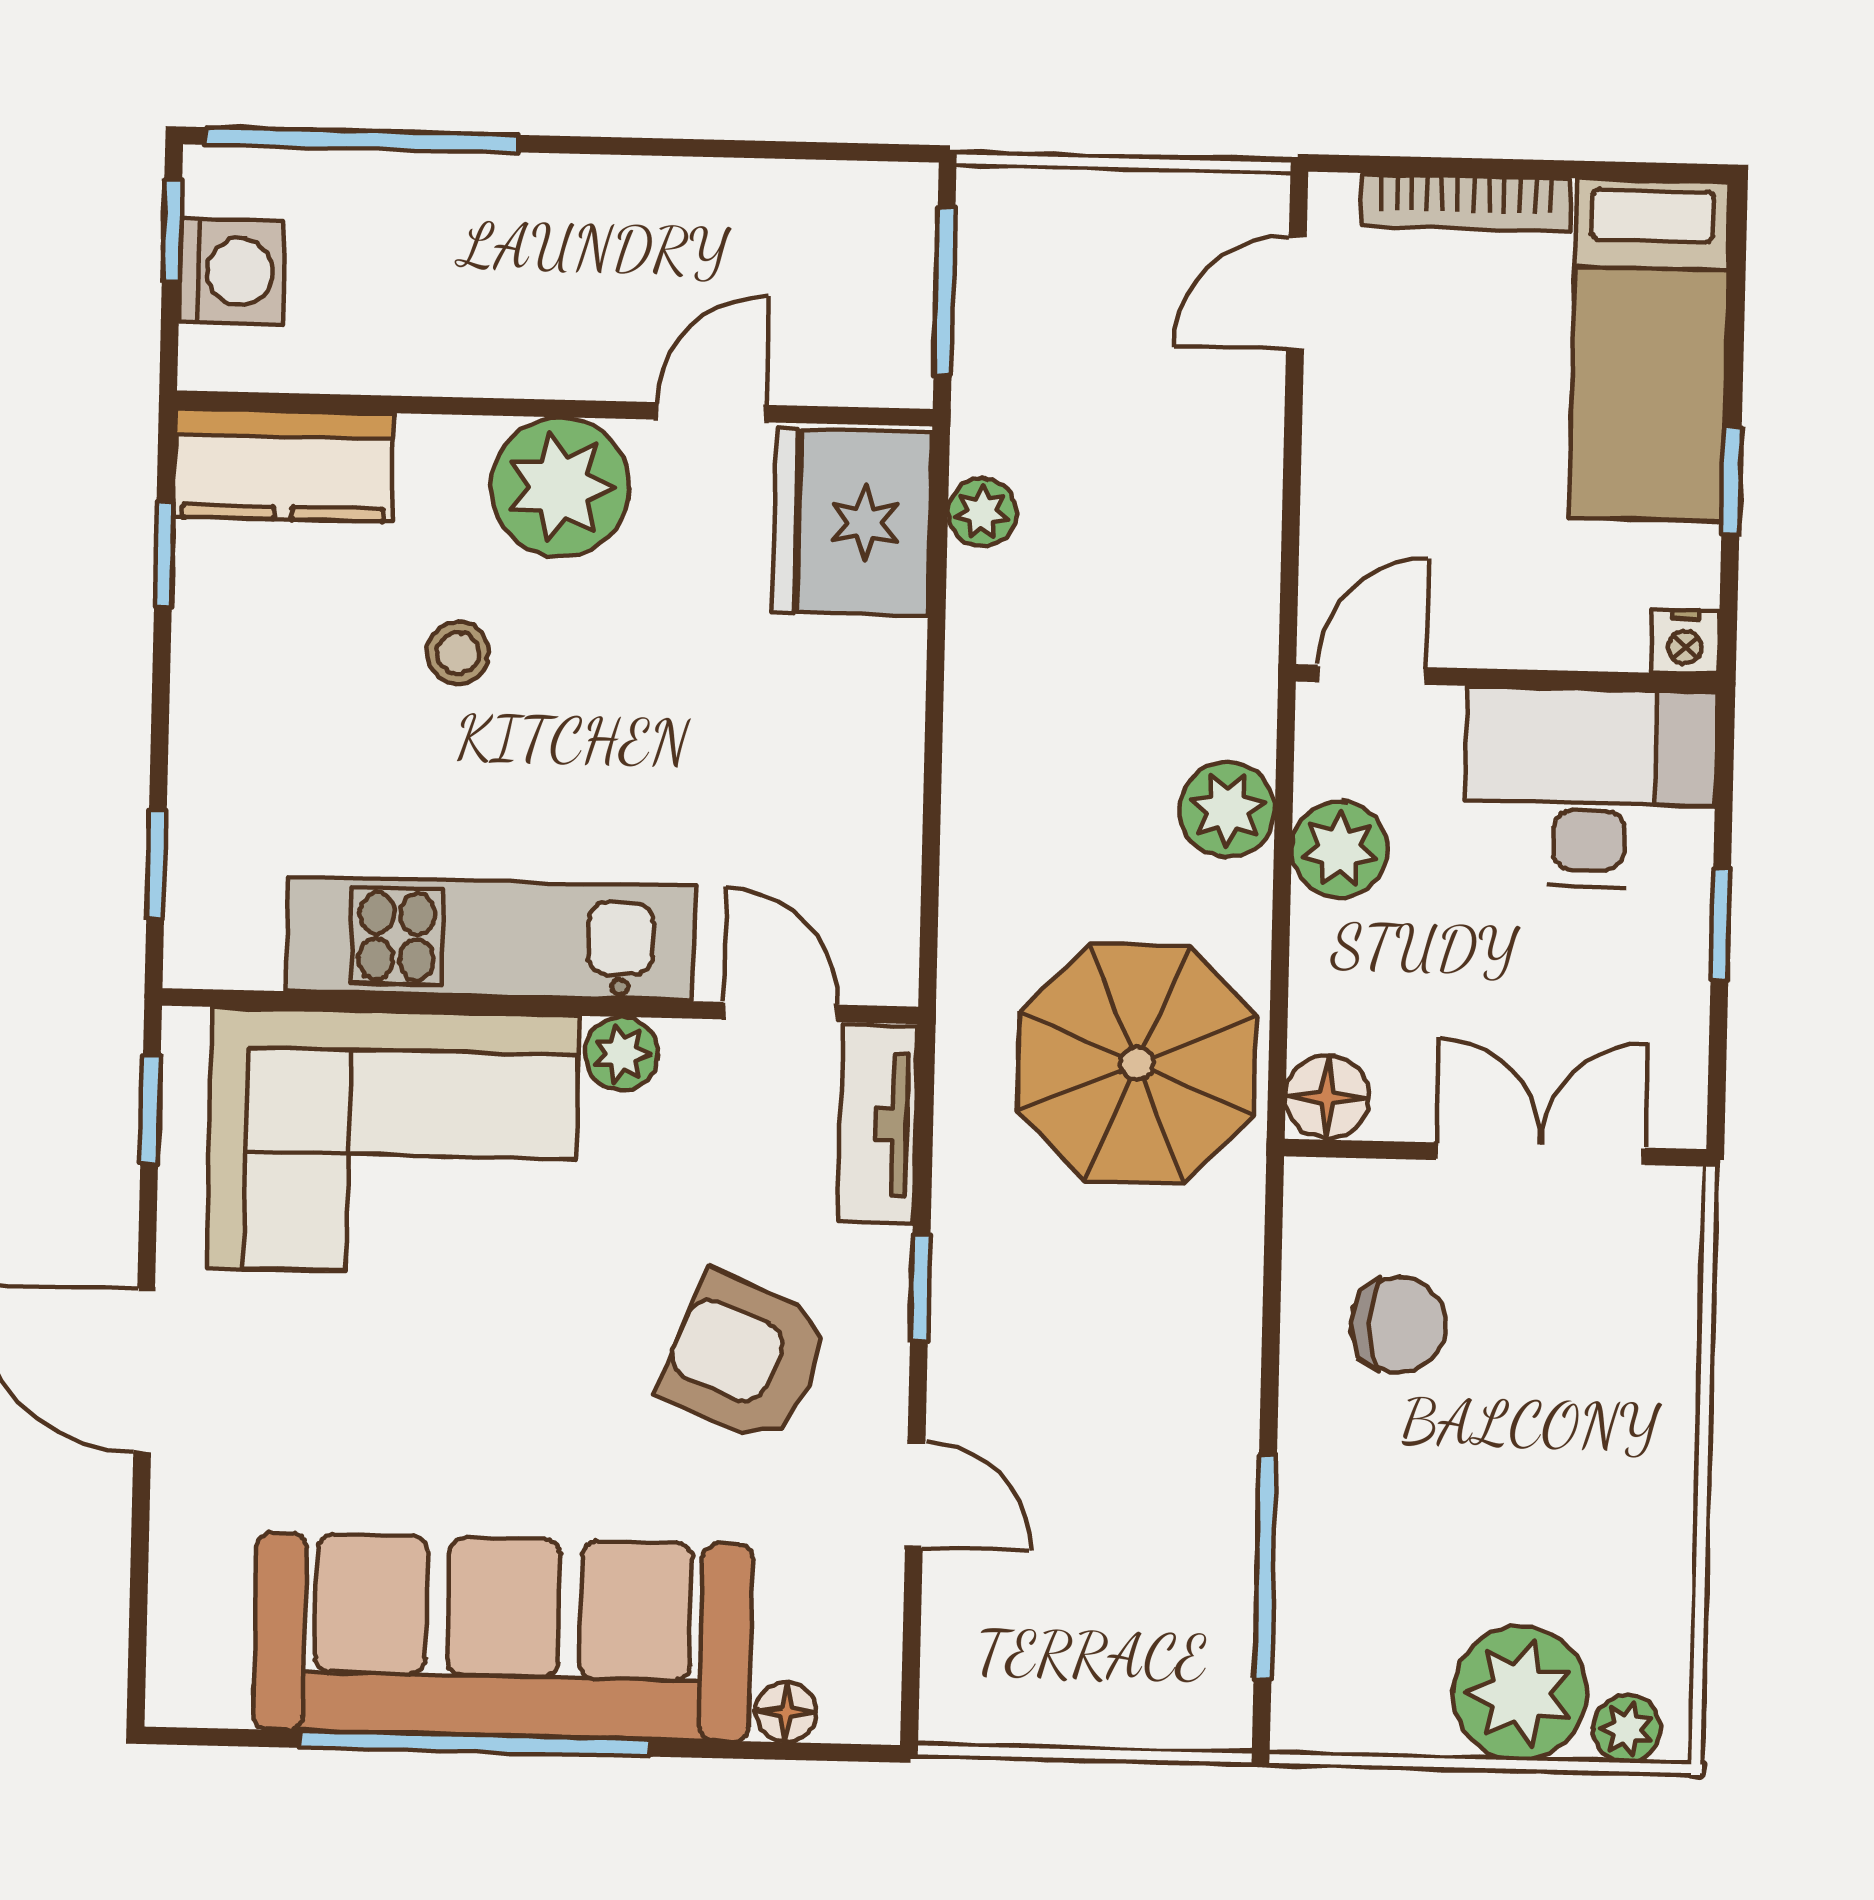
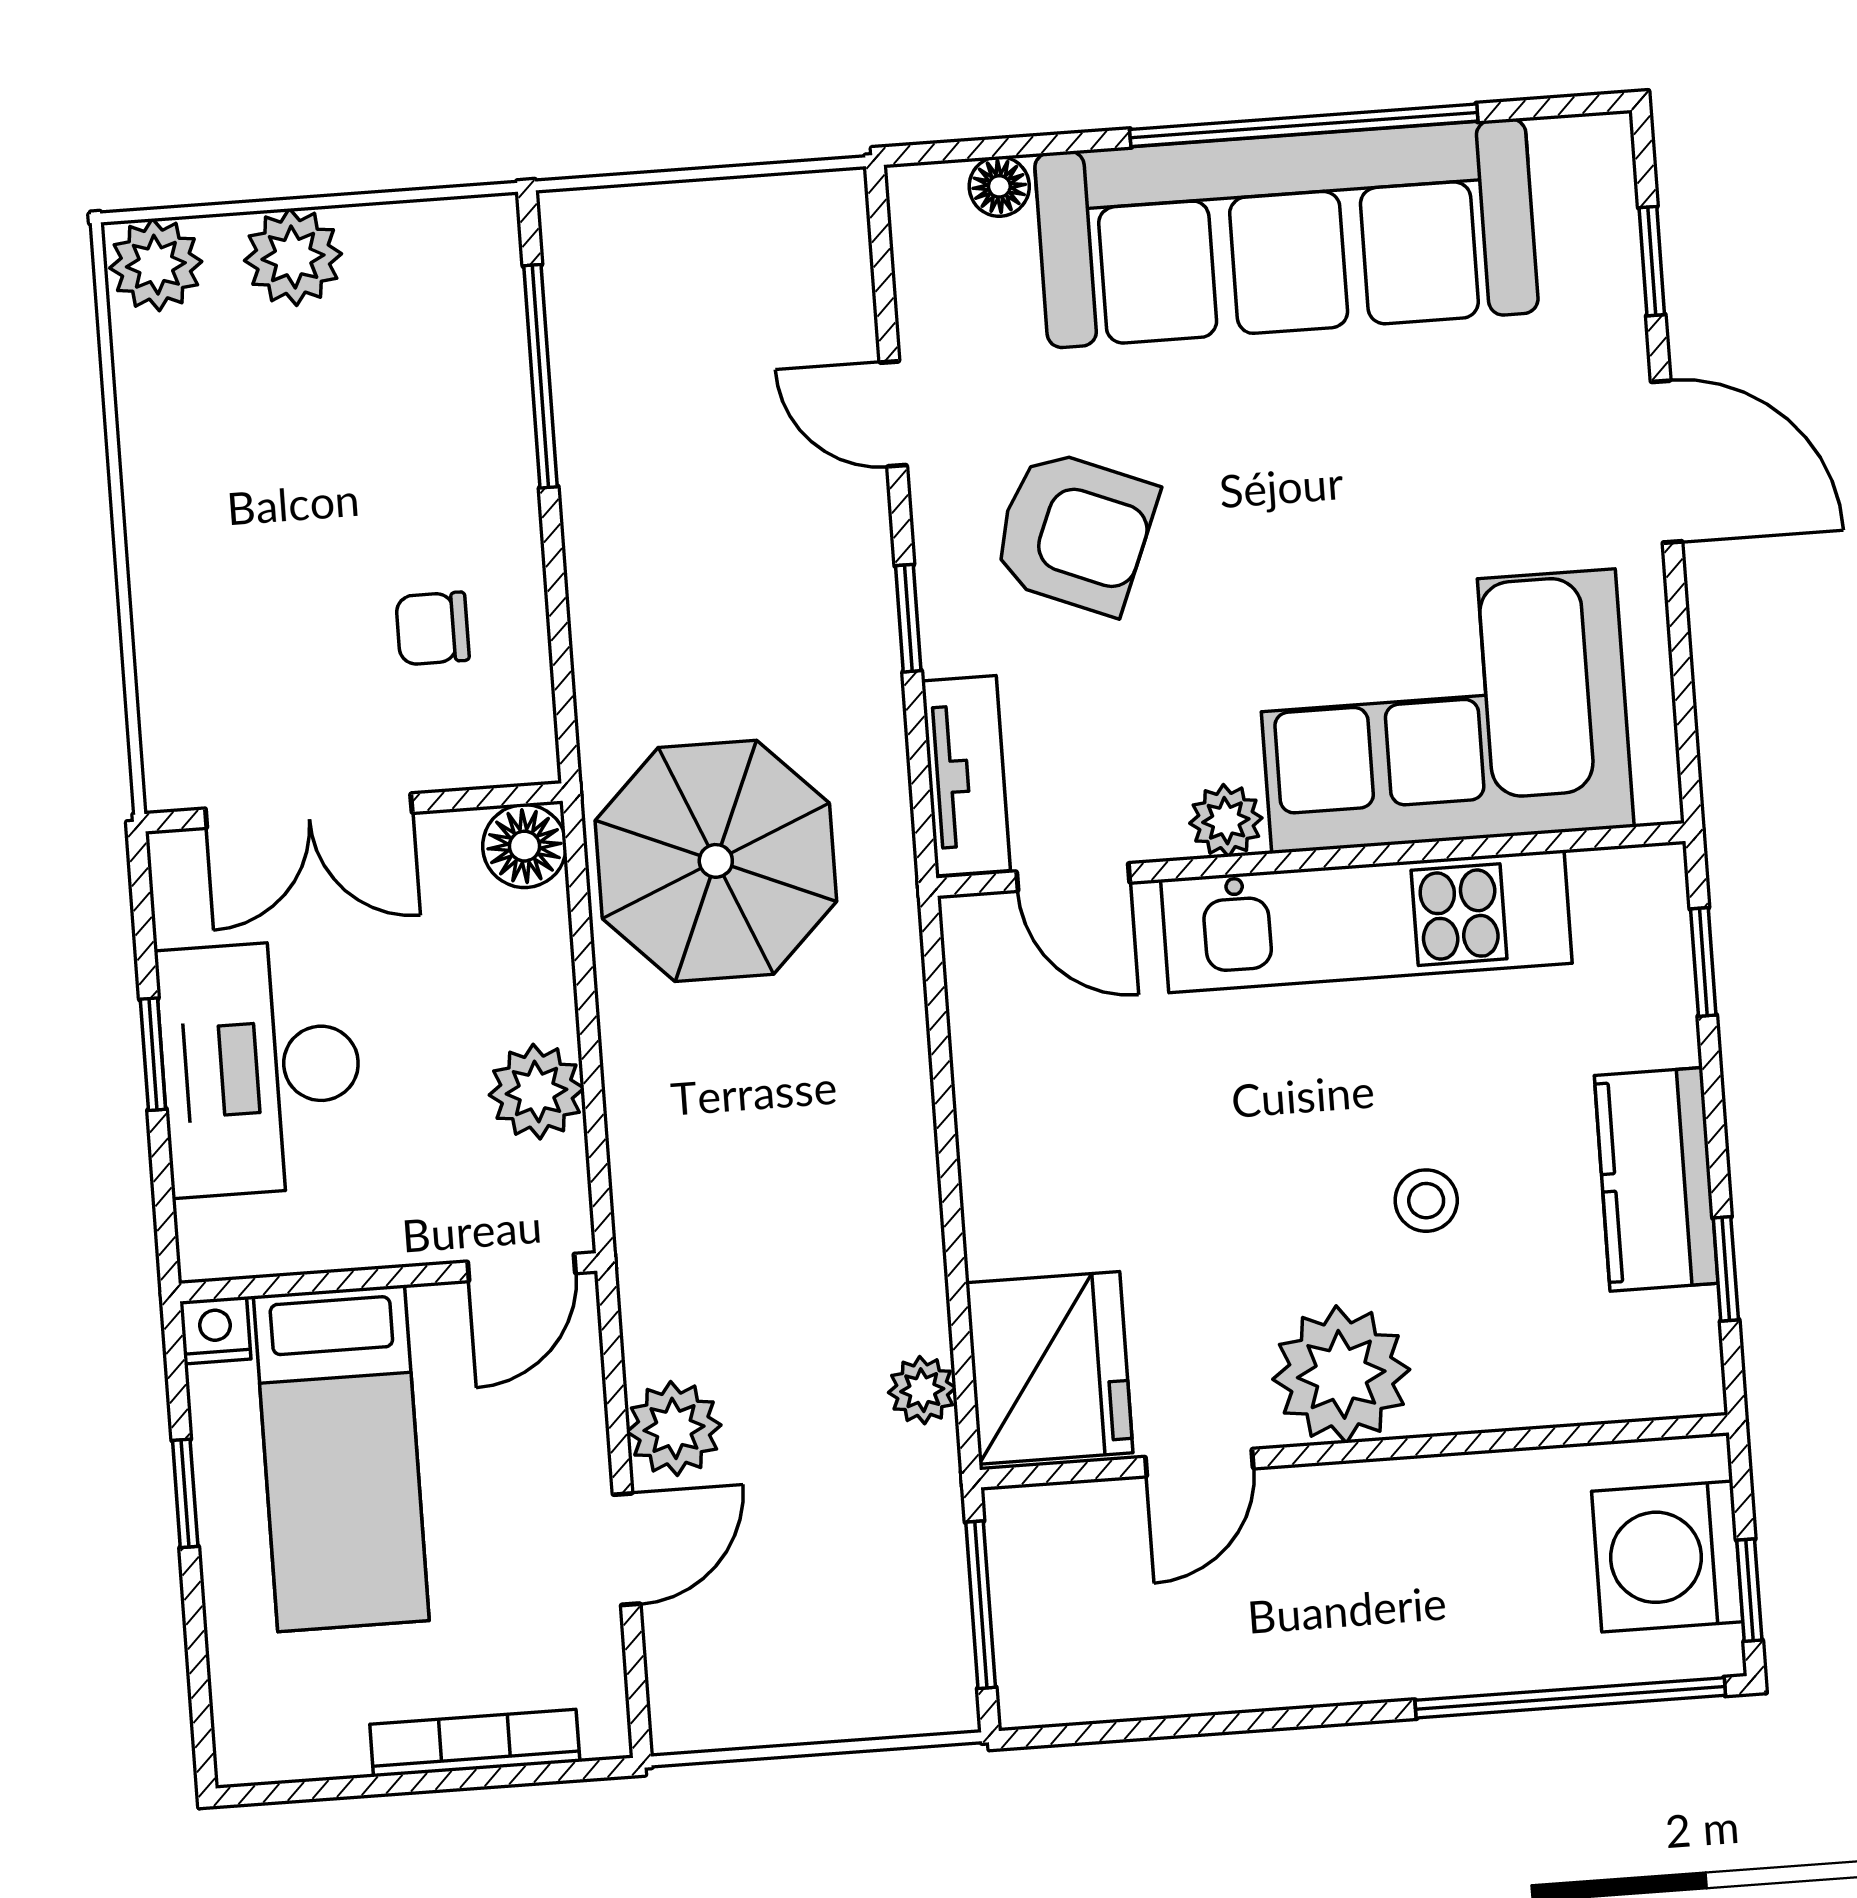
washing machine: (232, 272) -> (1667, 1557), width x1.37, depth x1.37
door: (1296, 293) -> (627, 1549), moved
bed: (1650, 350) -> (341, 1458), moved, turned 180
kitchen counter: (284, 465) -> (1656, 1179), moved, turned -90
desk: (1590, 787) -> (261, 1068), moved, turned 90
plant: (1227, 810) -> (674, 1428), moved
window: (151, 1110) -> (1652, 261), moved
chair: (1398, 1324) -> (433, 628), width x0.73, depth x0.73
plant: (1520, 1693) -> (293, 257), width x0.73, depth x0.73
plant: (1627, 1729) -> (156, 265), width x1.38, depth x1.38

